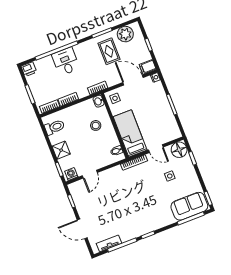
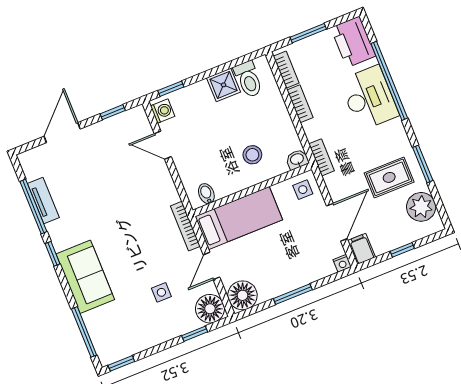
desk: (66, 62) -> (369, 98), width x1.37
printer: (29, 69) -> (353, 42), width x1.87, depth x1.48
floor lamp: (172, 132) -> (242, 295), added
shower: (61, 150) -> (223, 85), moved
sofa: (189, 206) -> (85, 277), moved
tv unit: (109, 243) -> (43, 201), moved

